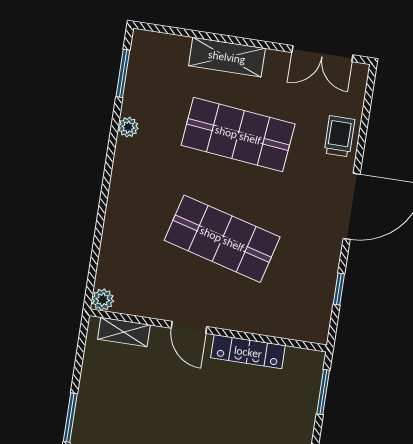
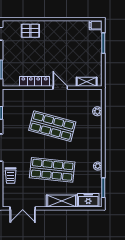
freezer: (163, 49) -> (88, 200), added
double door: (322, 54) -> (23, 208), swing flipped
plant: (103, 300) -> (97, 111), moved

